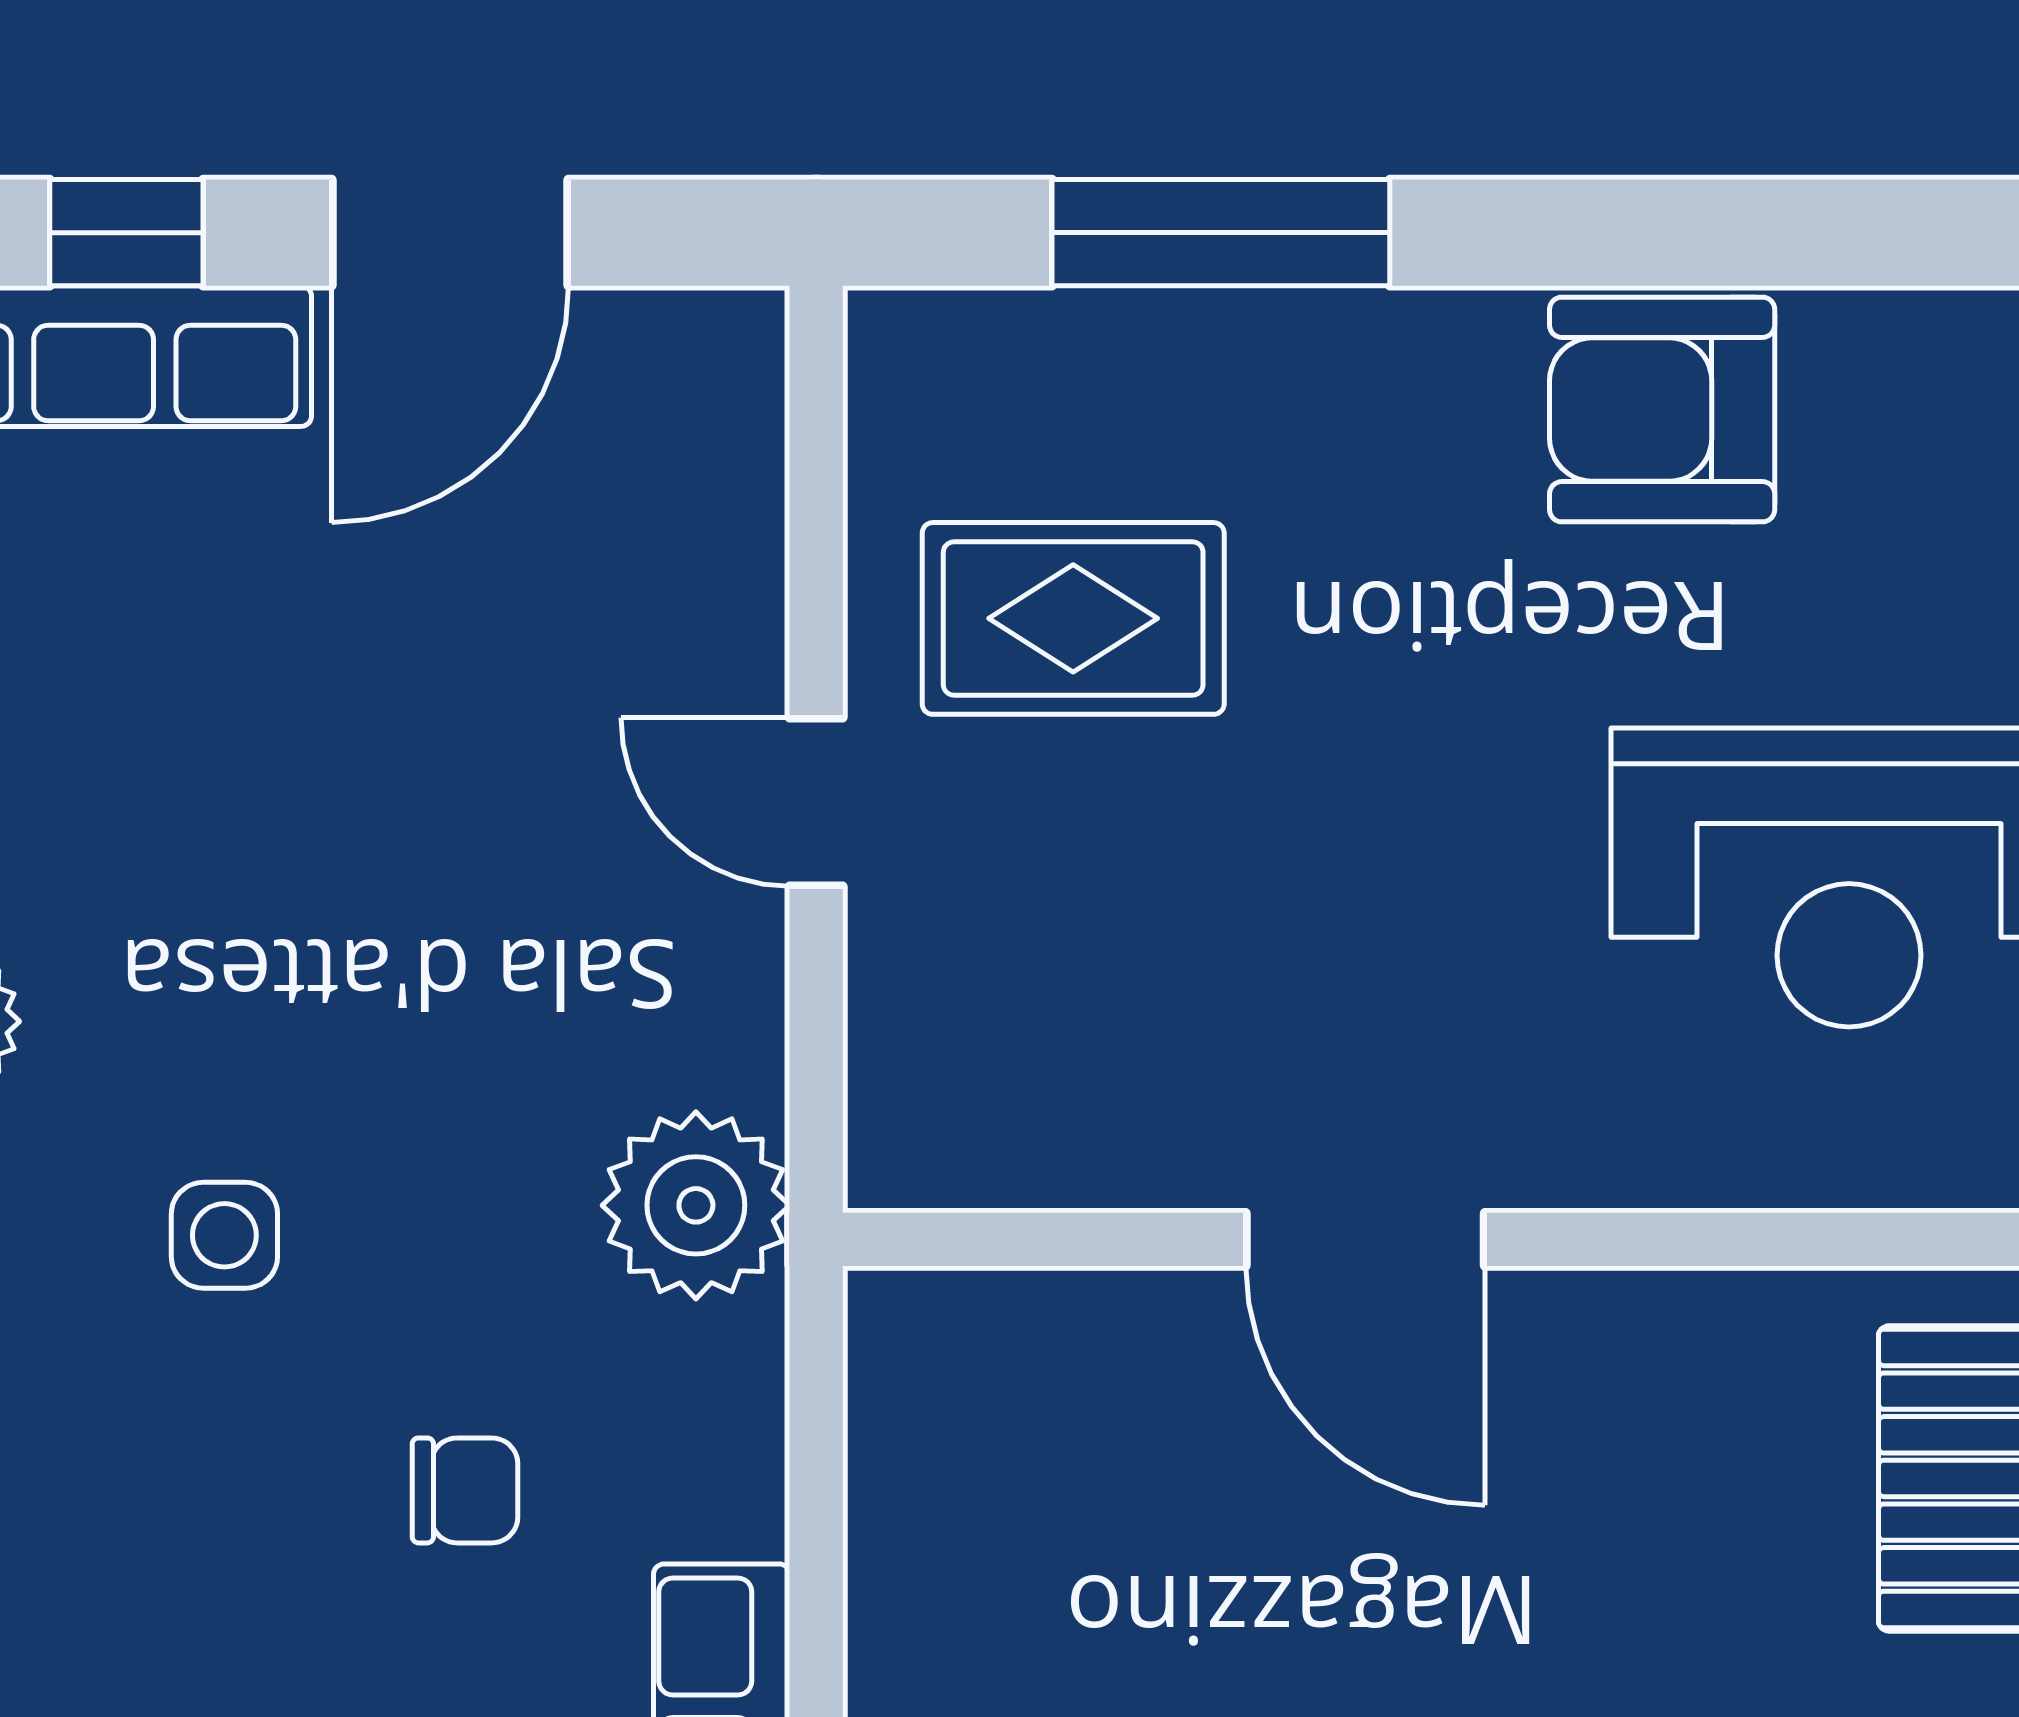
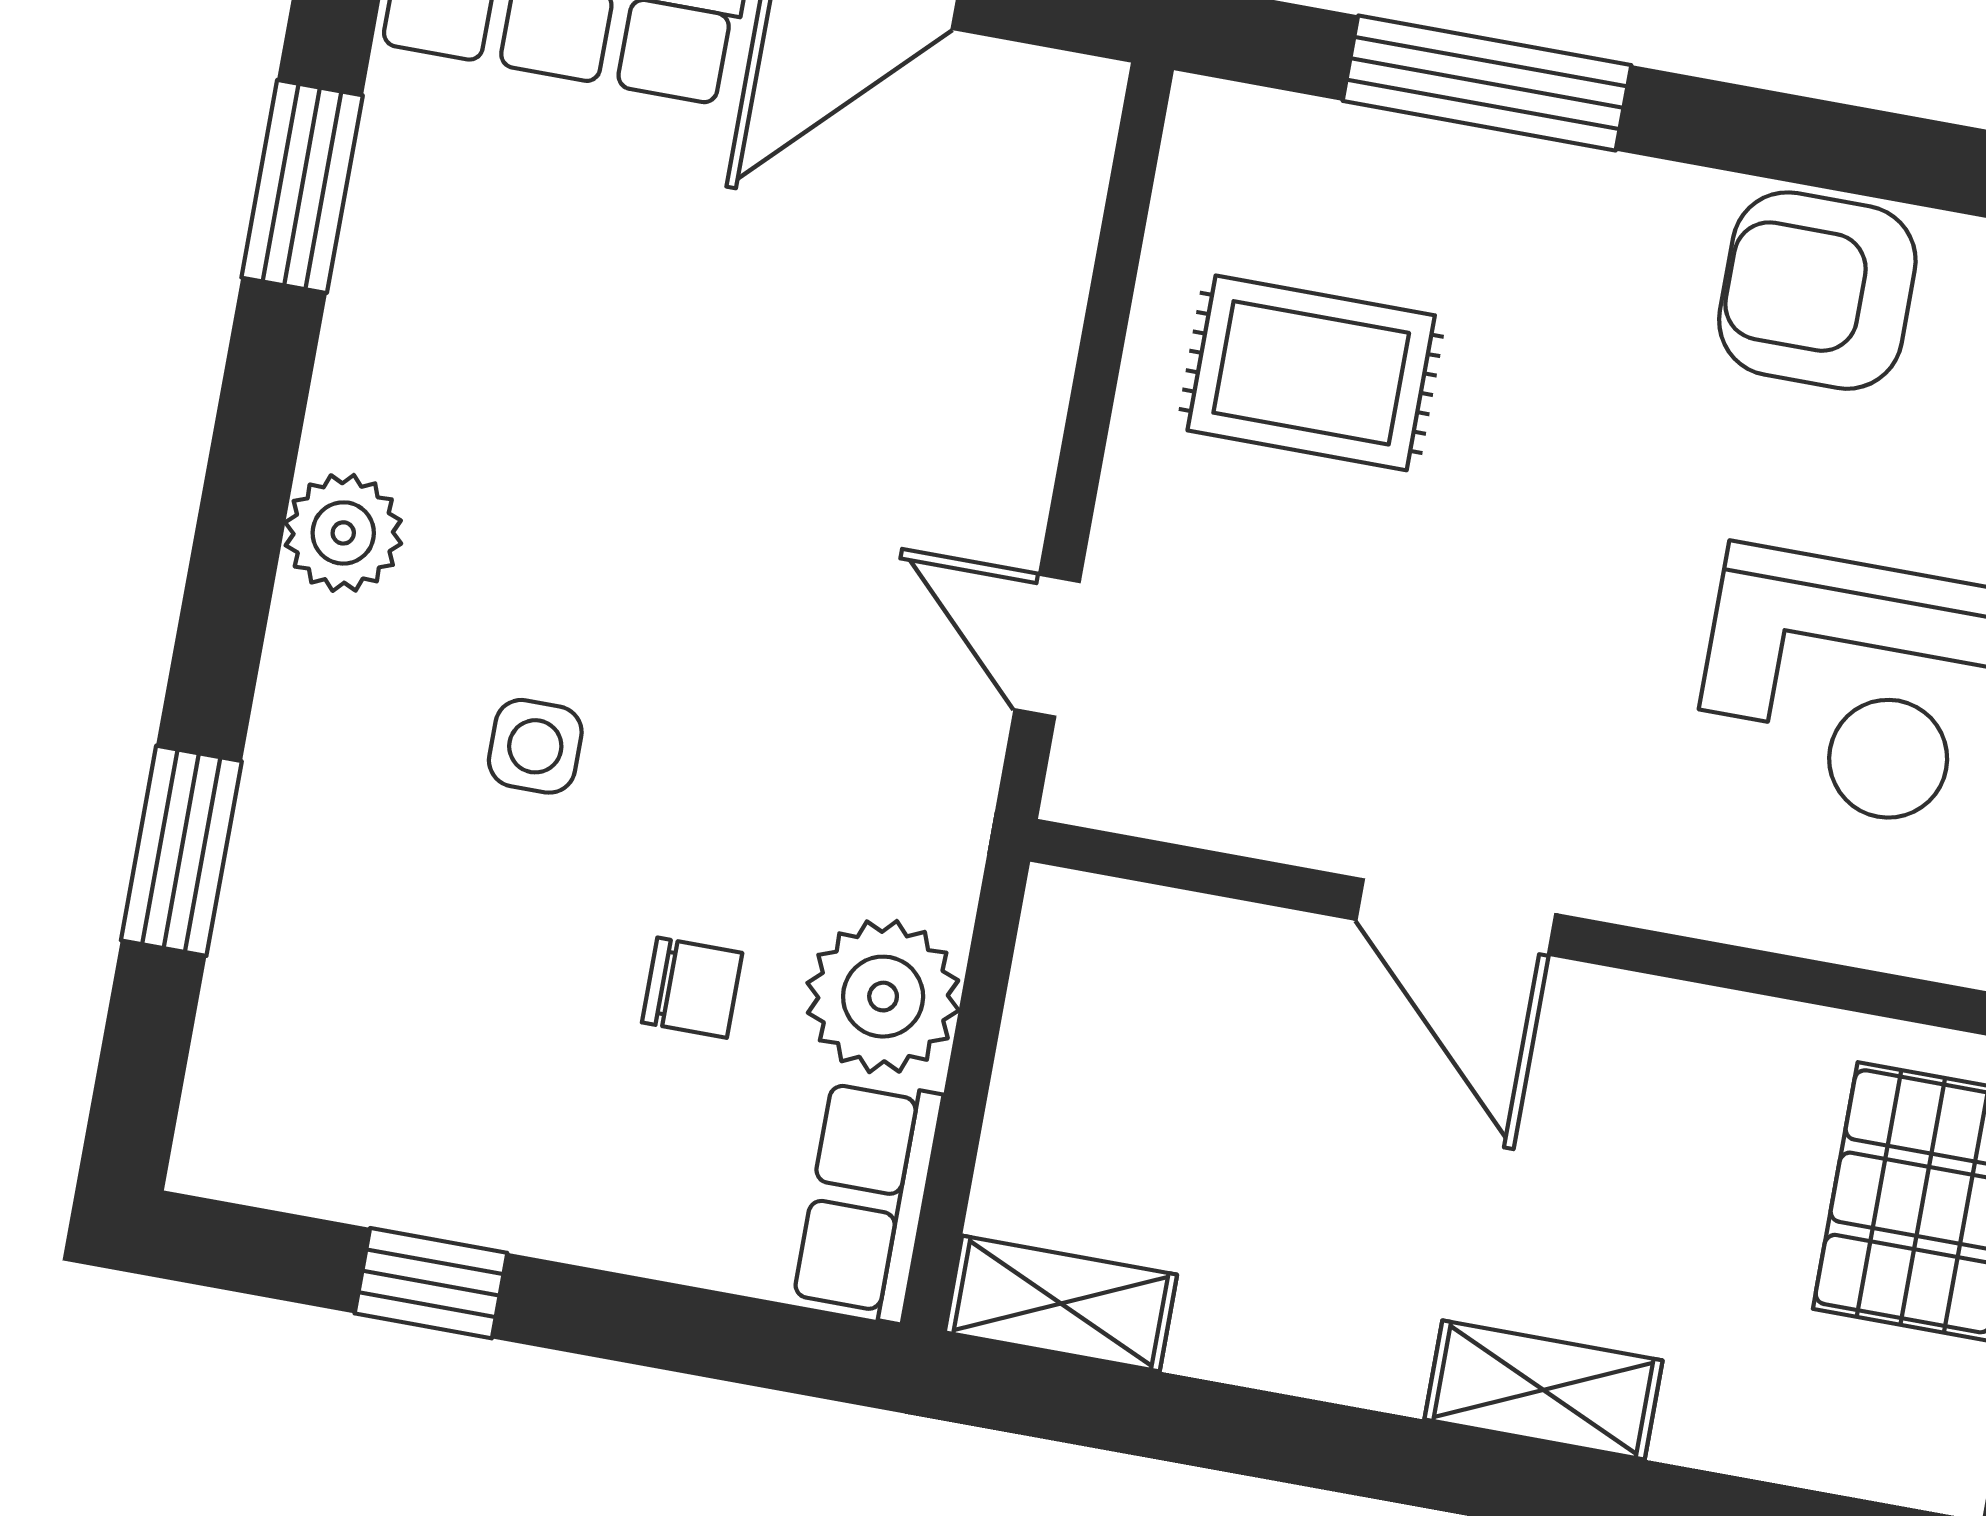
door: (816, 802) -> (1047, 646), moved
plant: (696, 1205) -> (883, 997), moved

